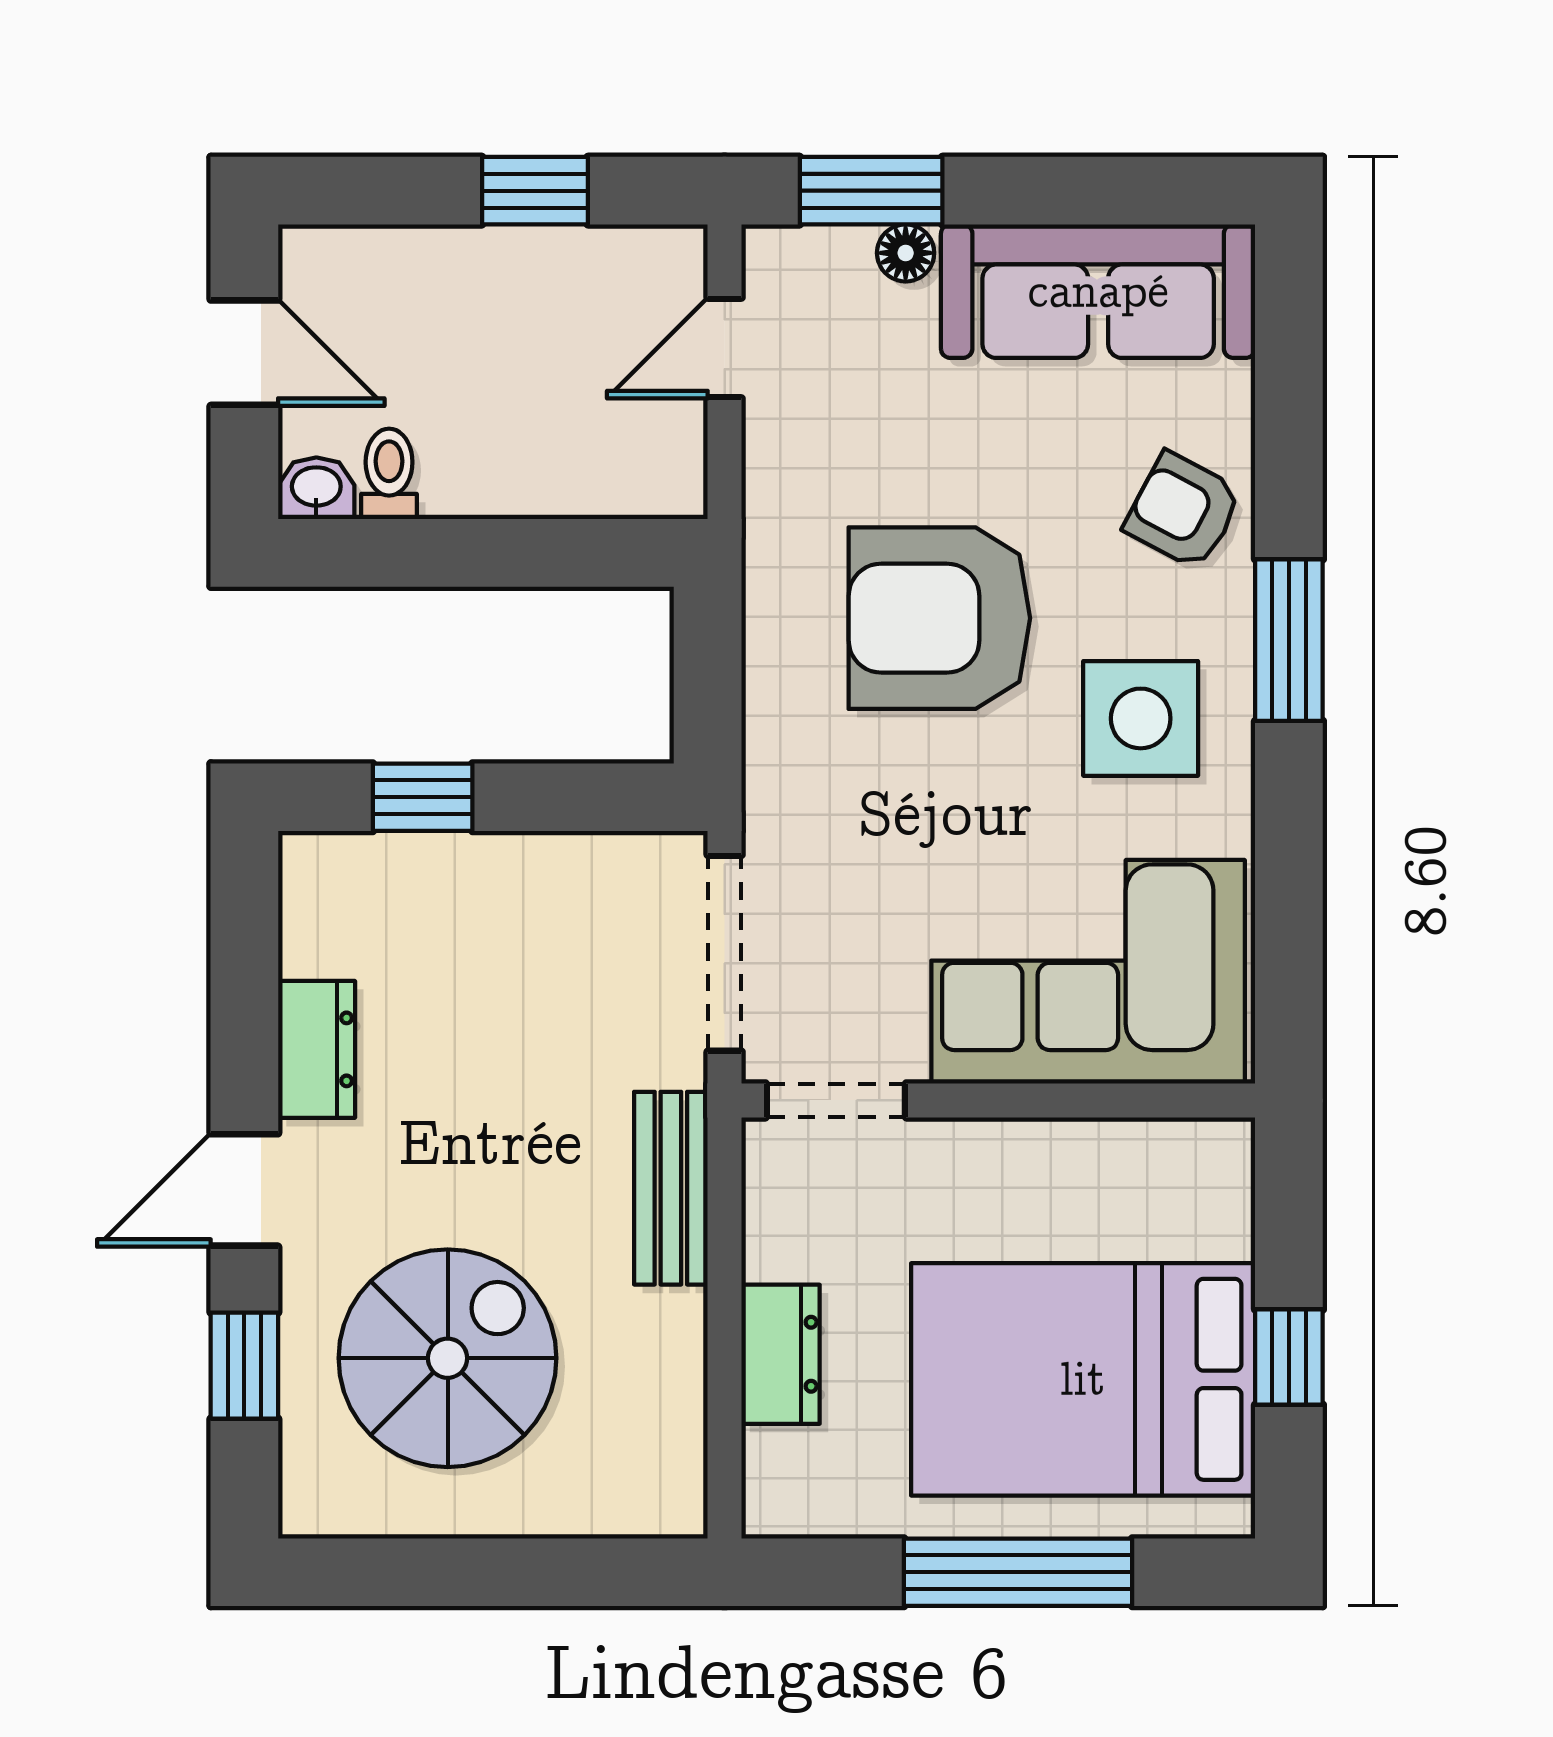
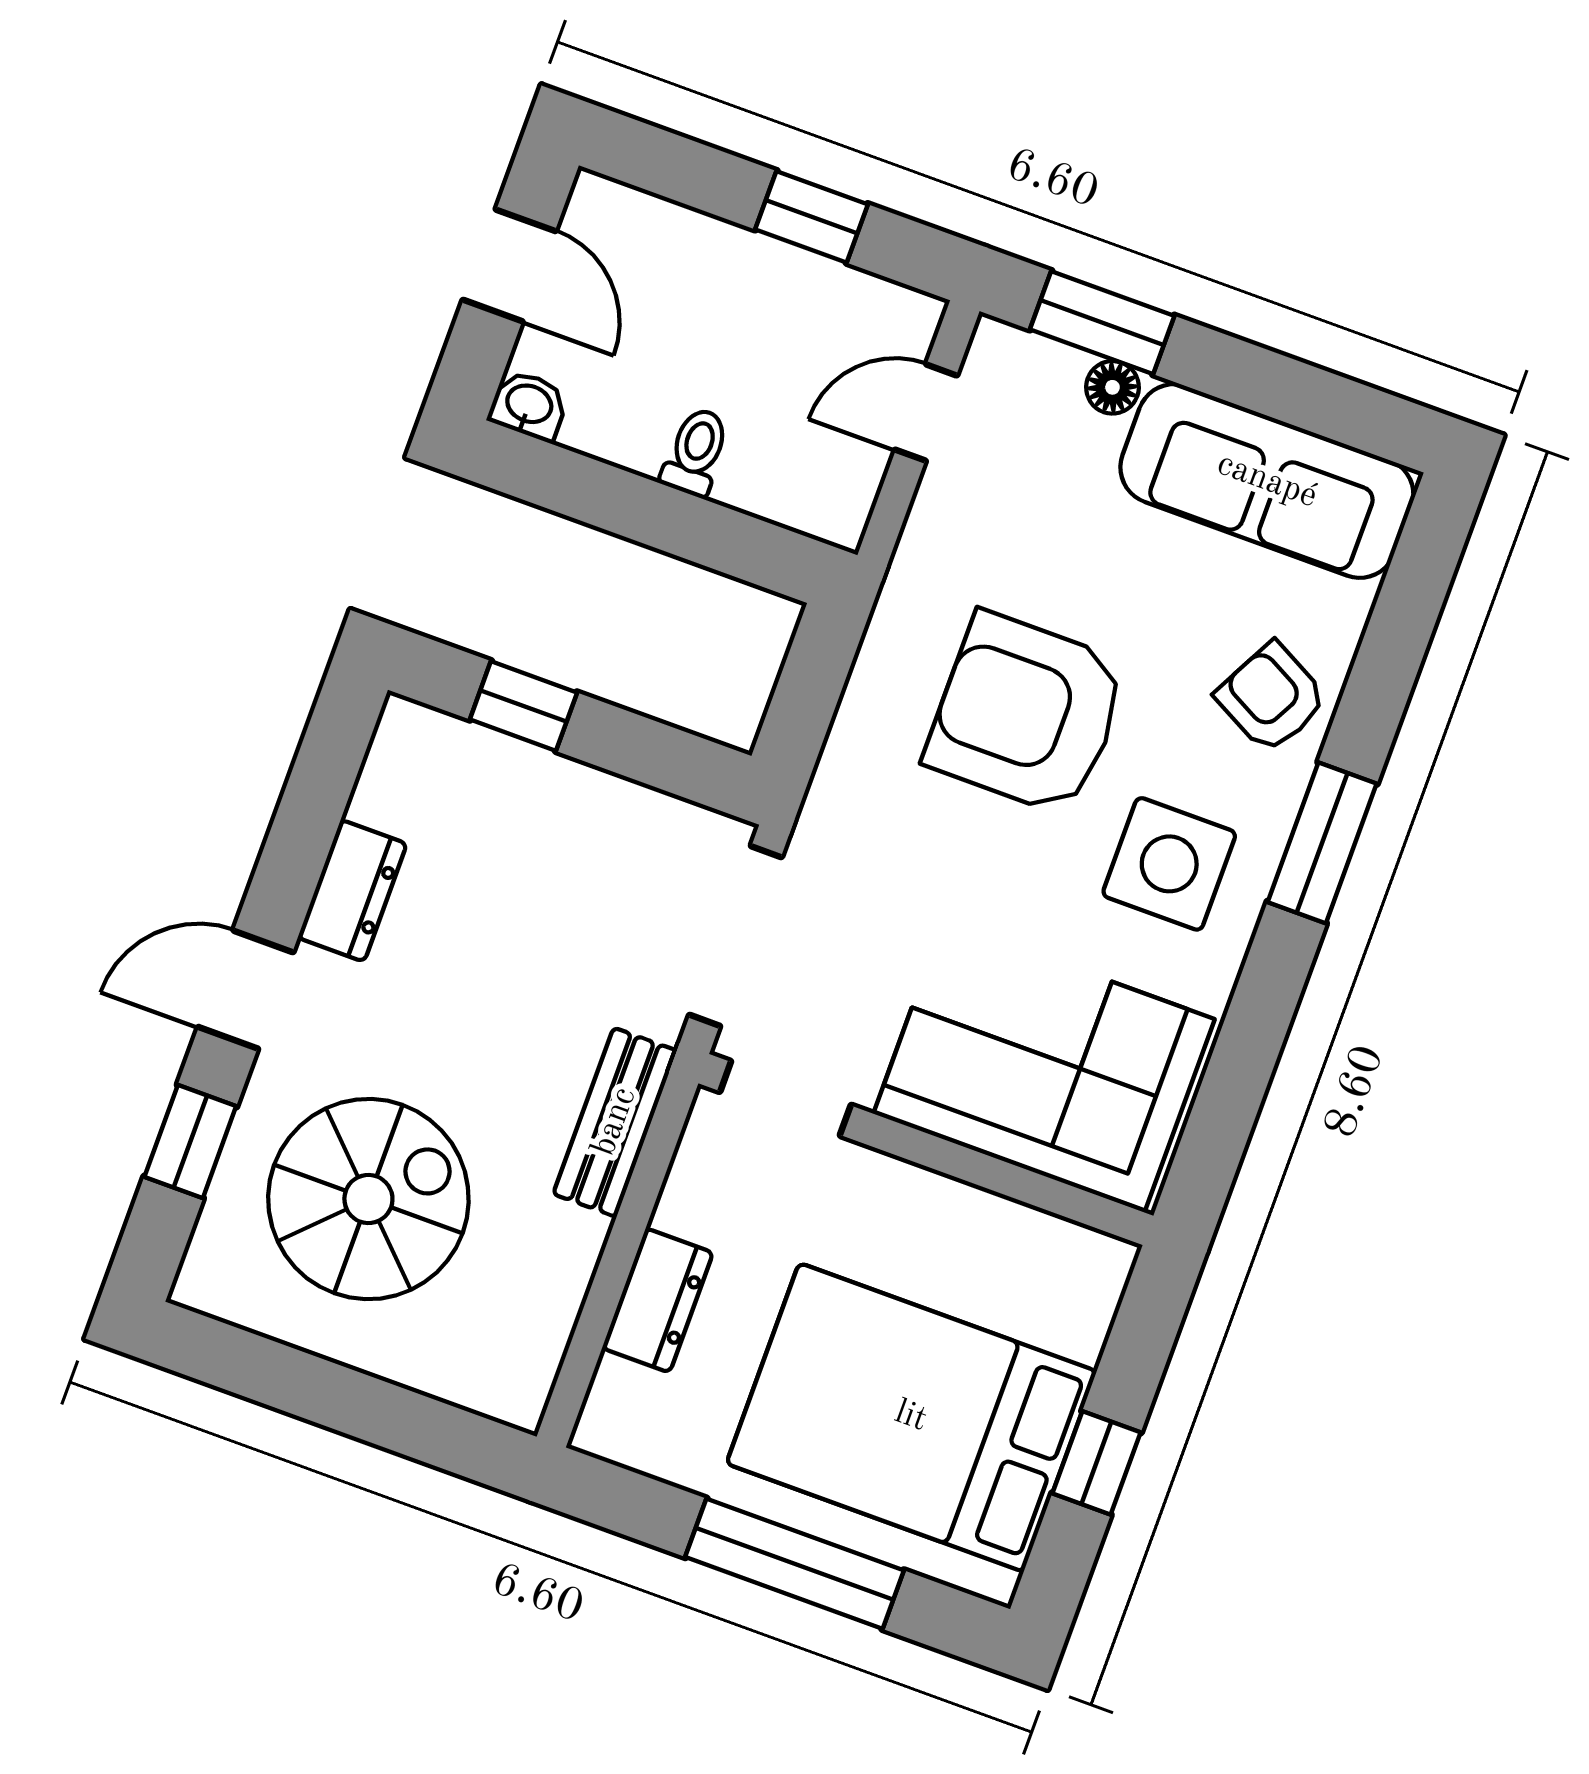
toilet: (389, 474) -> (696, 452), moved

